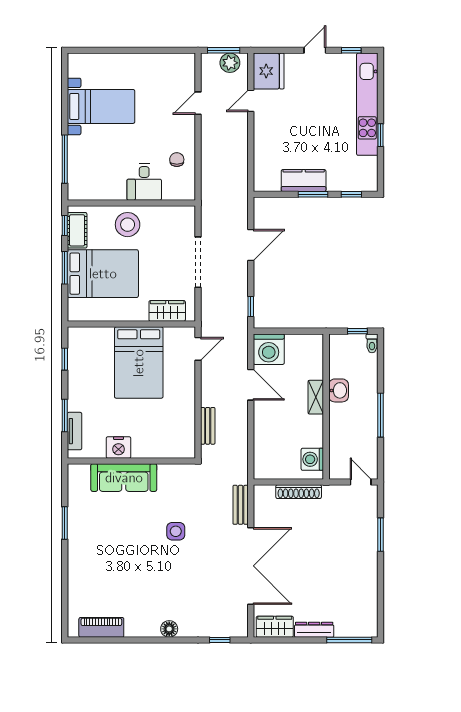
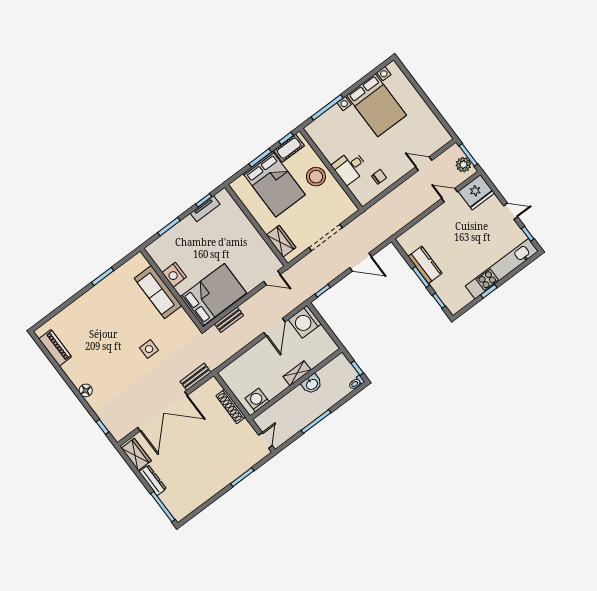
bed with nightstands: (101, 106) -> (377, 105), width x1.36
bed: (139, 363) -> (213, 295), moved, turned 180
tv unit: (74, 431) -> (205, 209), moved

